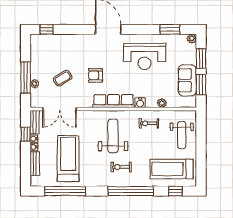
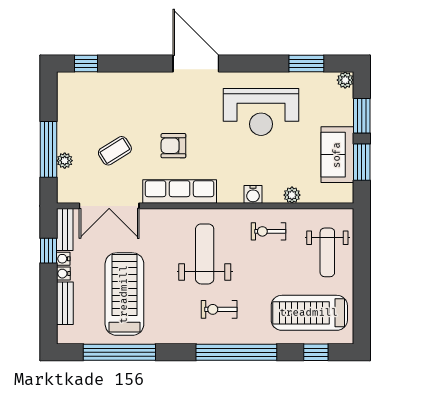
row of seats: (114, 101) -> (180, 192), moved

